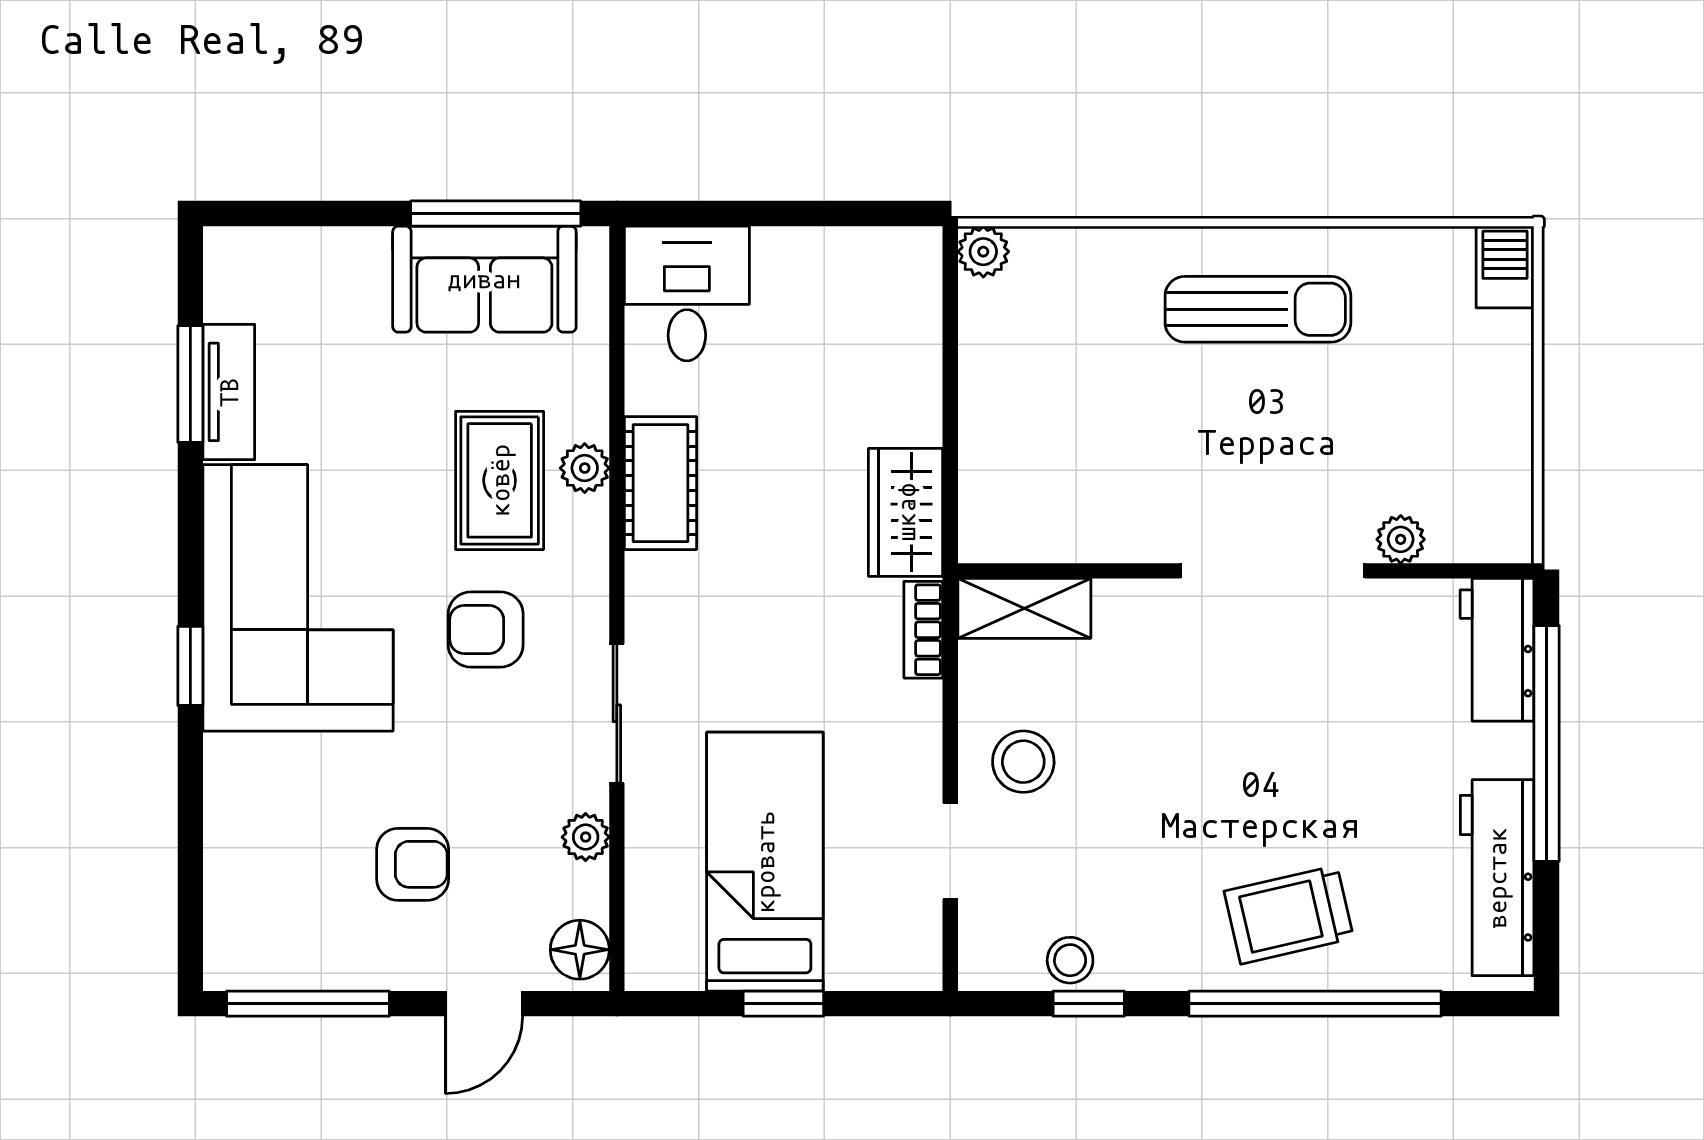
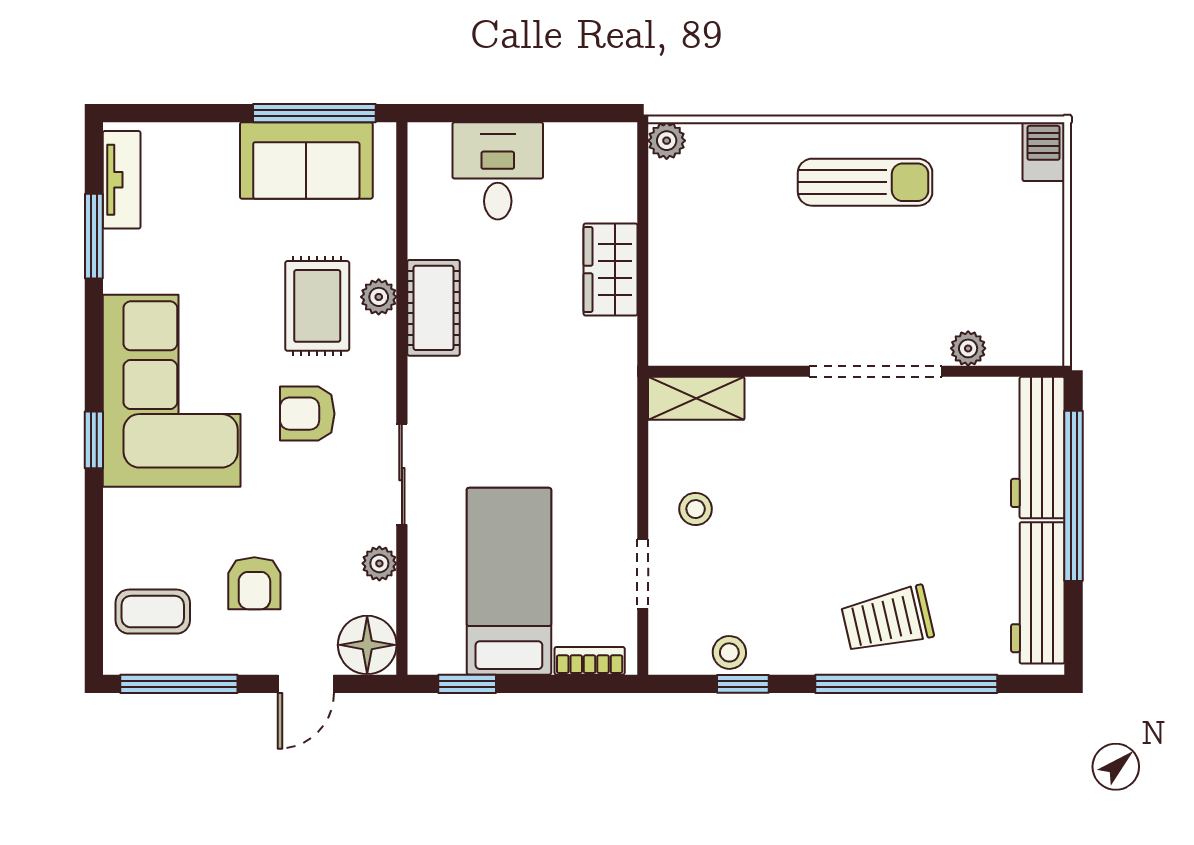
desk: (687, 294) -> (498, 171), moved
tv unit: (229, 392) -> (122, 180), moved
wardrobe: (906, 512) -> (611, 270), moved
bookcase: (923, 630) -> (590, 661), moved, turned 90
workbench: (1497, 650) -> (1038, 448), width x1.38
stool: (1023, 762) -> (696, 509), width x0.73, depth x0.73
armchair: (413, 864) -> (254, 583), turned 90
coffee table: (272, 904) -> (153, 612), added
floor lamp: (580, 950) -> (367, 645), width x1.38, depth x1.38
window: (783, 1004) -> (467, 684), moved

